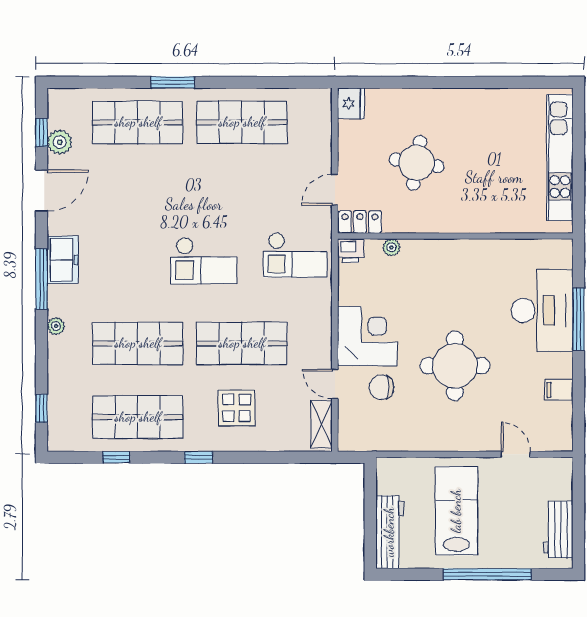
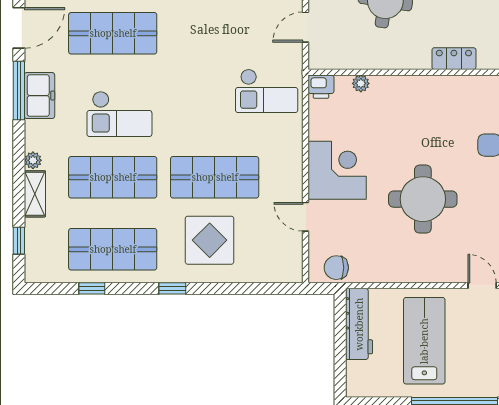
shop shelf: (138, 196) -> (113, 33), added
locker: (360, 222) -> (454, 59), moved
checkout: (204, 261) -> (119, 114), moved
window: (42, 279) -> (19, 91), moved
chair: (381, 387) -> (336, 268), moved
display table: (237, 408) -> (210, 240), width x1.36, depth x1.36
shelving: (321, 424) -> (35, 194), moved
workbench: (389, 532) -> (359, 324), moved

